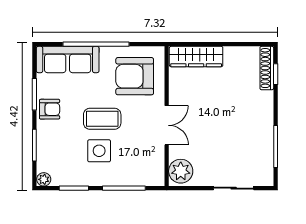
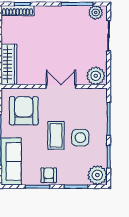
armchair: (135, 76) -> (24, 111), turned 180
plant: (264, 171) -> (96, 12), added
plant: (44, 179) -> (97, 175), width x1.88, depth x1.88

